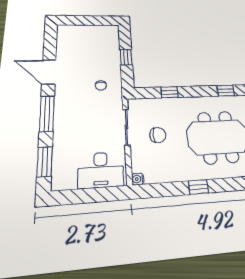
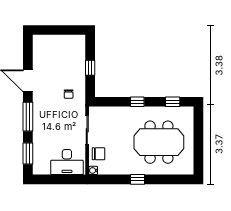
window: (169, 92) -> (137, 102), moved
chair: (158, 135) -> (99, 154), moved

